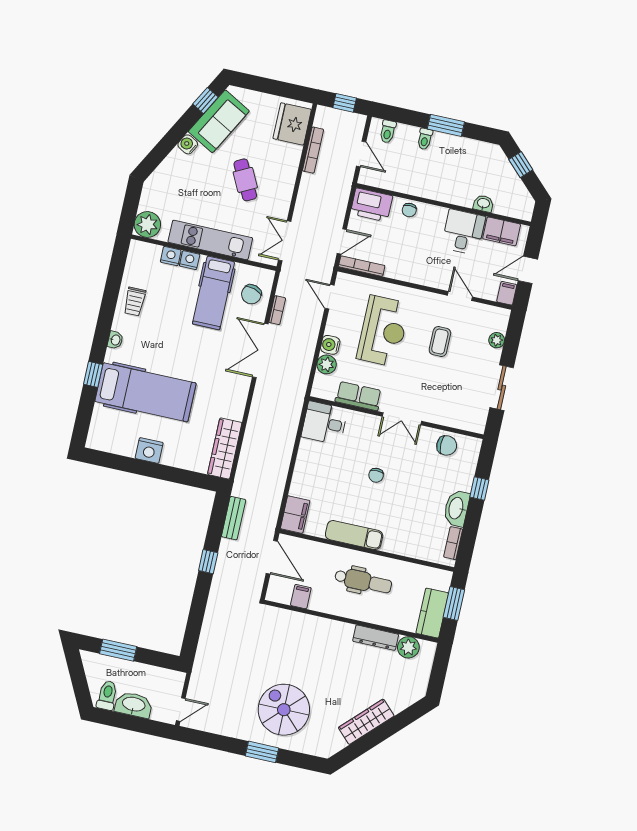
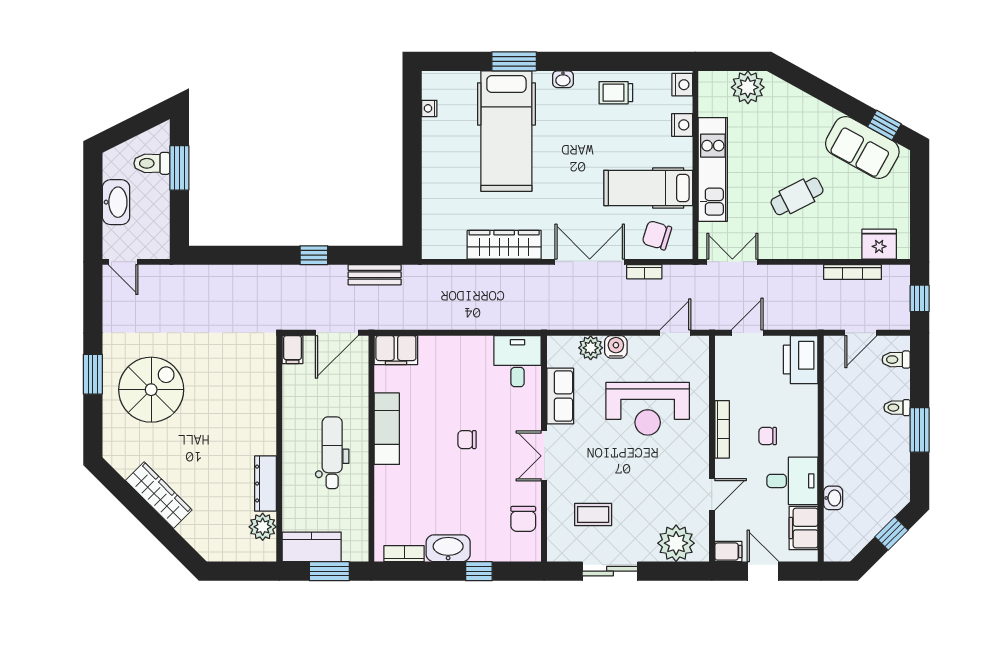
fridge: (292, 124) -> (879, 244), width x0.73, depth x0.75
water cooler: (188, 144) -> (825, 115), removed
chair: (409, 210) -> (768, 436), moved
plant: (147, 225) -> (748, 87), moved
door: (342, 241) -> (747, 333), swing flipped
nightstand: (190, 260) -> (682, 85), moved
bookcase: (362, 266) -> (722, 429), moved
plant: (497, 340) -> (676, 543), width x1.88, depth x1.88
coffee table: (440, 342) -> (593, 514), moved
window: (93, 374) -> (514, 61), width x1.50
wardrobe: (225, 448) -> (504, 245), moved
nightstand: (149, 450) -> (429, 108), moved, width x0.53, depth x0.56
dental chair: (363, 581) -> (332, 453), turned 180
filing cabinet: (301, 597) -> (292, 350), moved, turned 90
toilet: (107, 695) -> (152, 163), moved, turned 180

